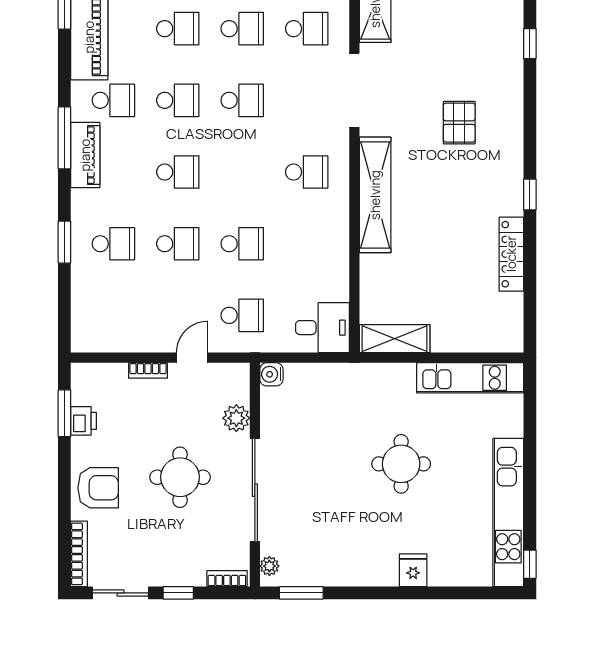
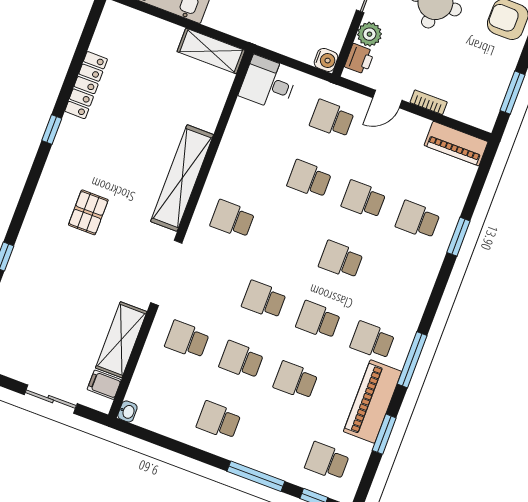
window: (64, 138) -> (412, 360), moved
piano: (85, 155) -> (456, 144), moved, turned -90
printer: (84, 421) -> (359, 59), moved, turned 180

